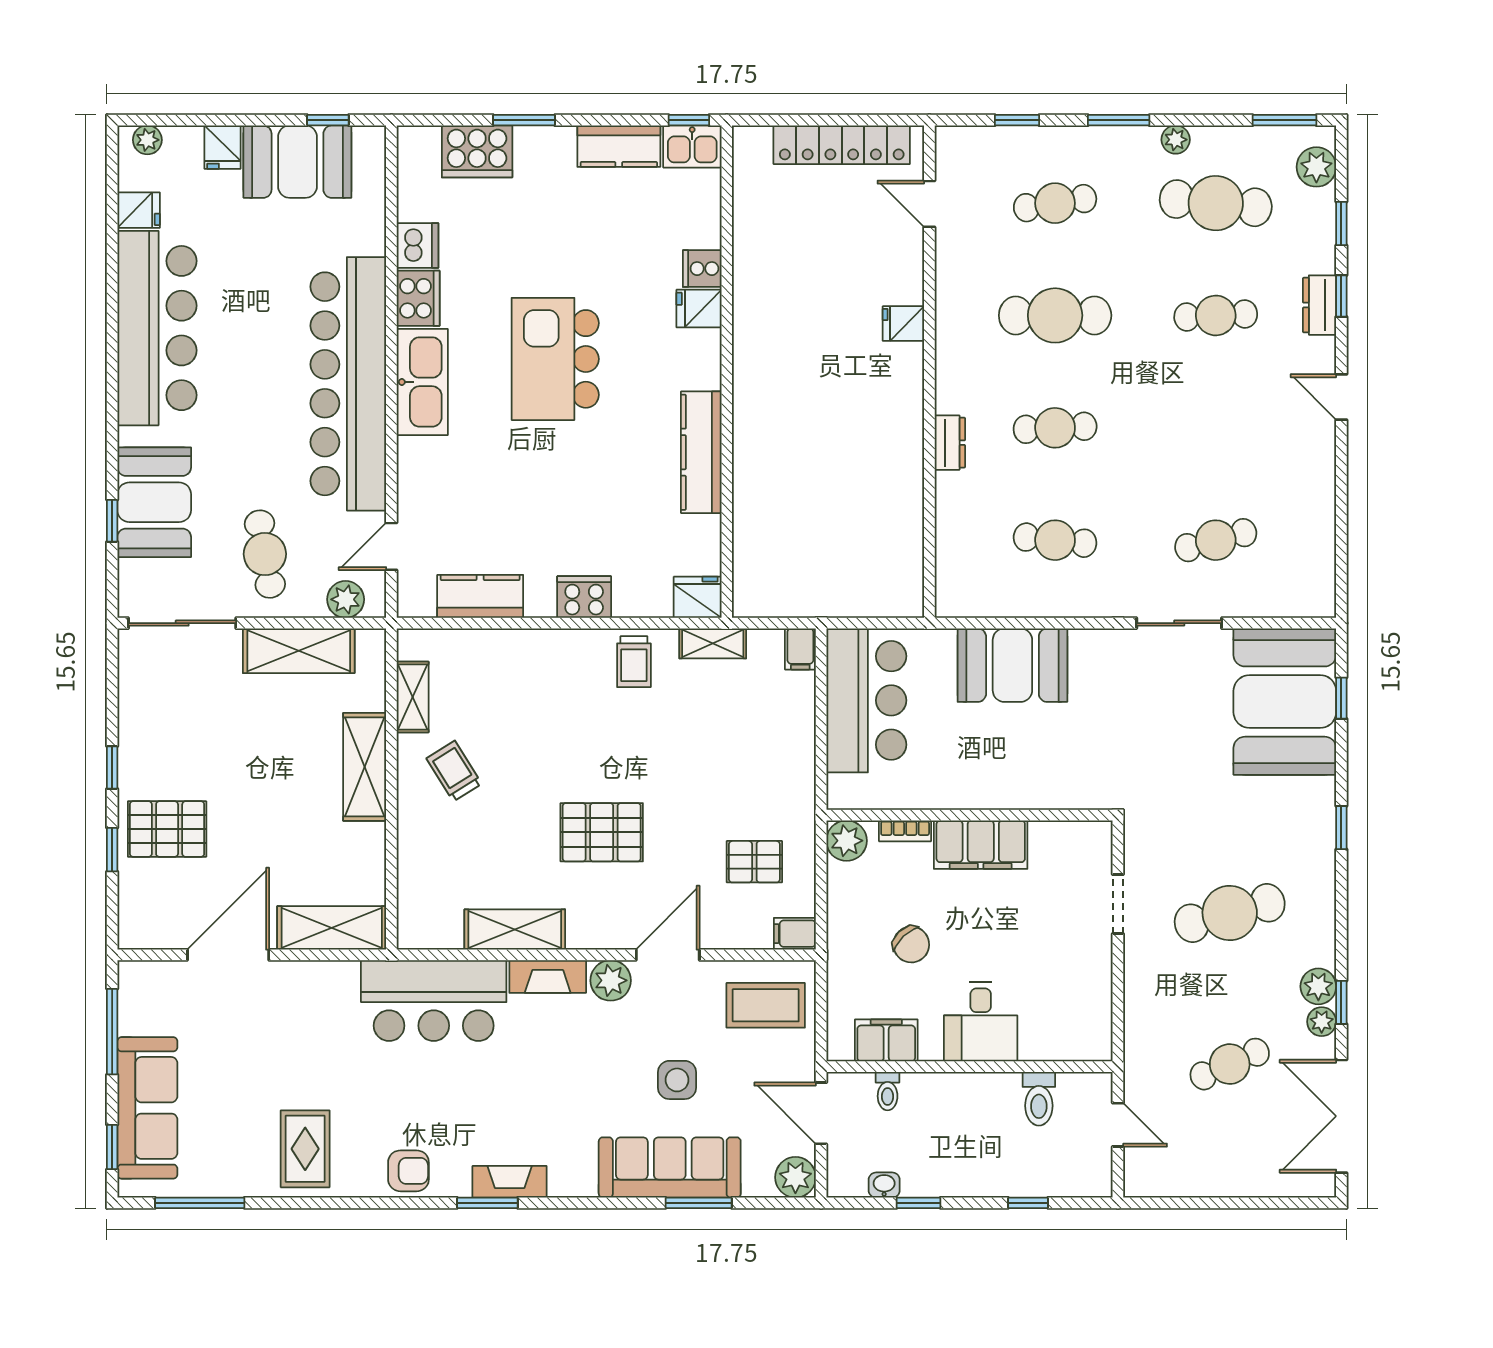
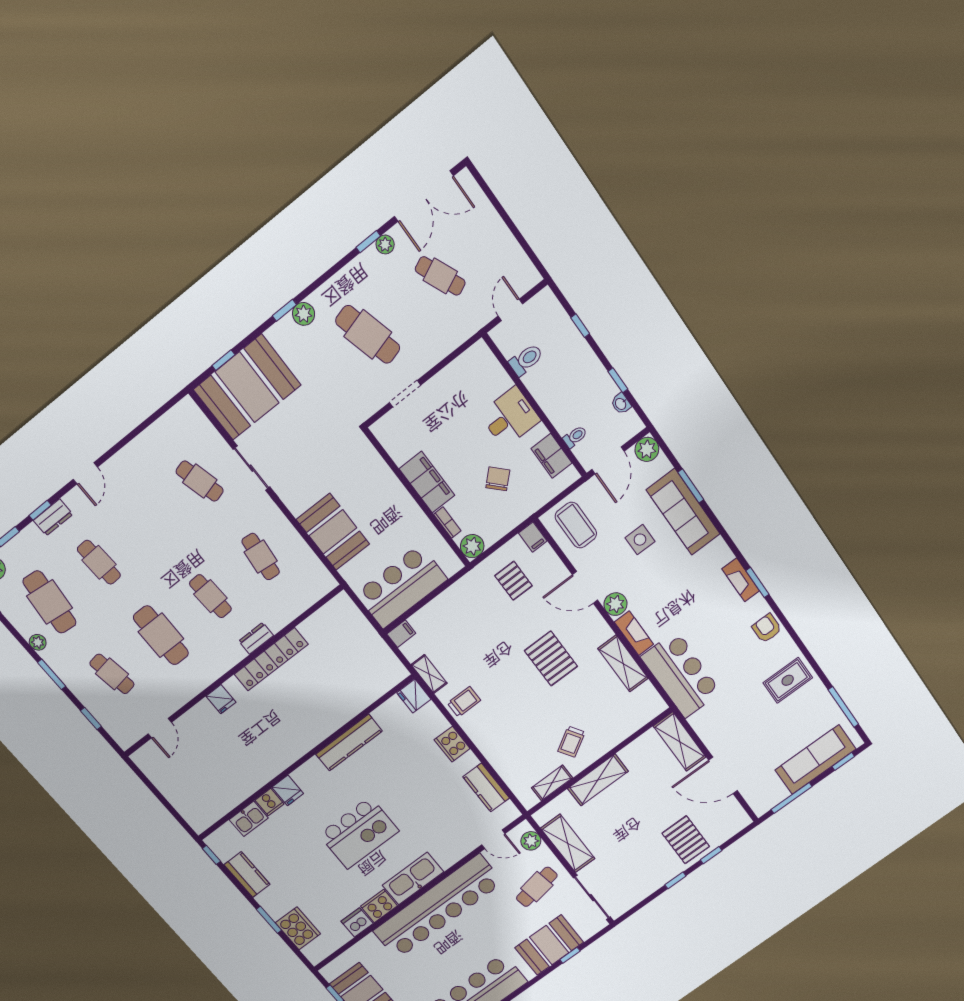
locker: (842, 145) -> (271, 659), moved, turned 90
kitchen sink: (692, 146) -> (249, 819), moved, turned 90
plant: (1318, 986) -> (304, 314), moved

